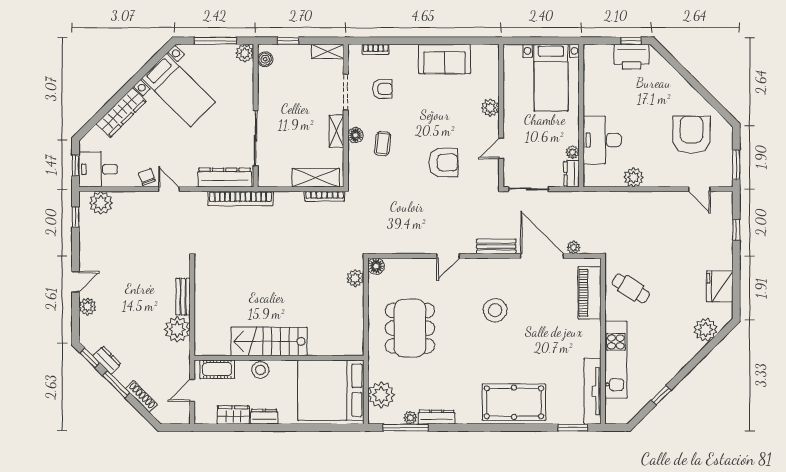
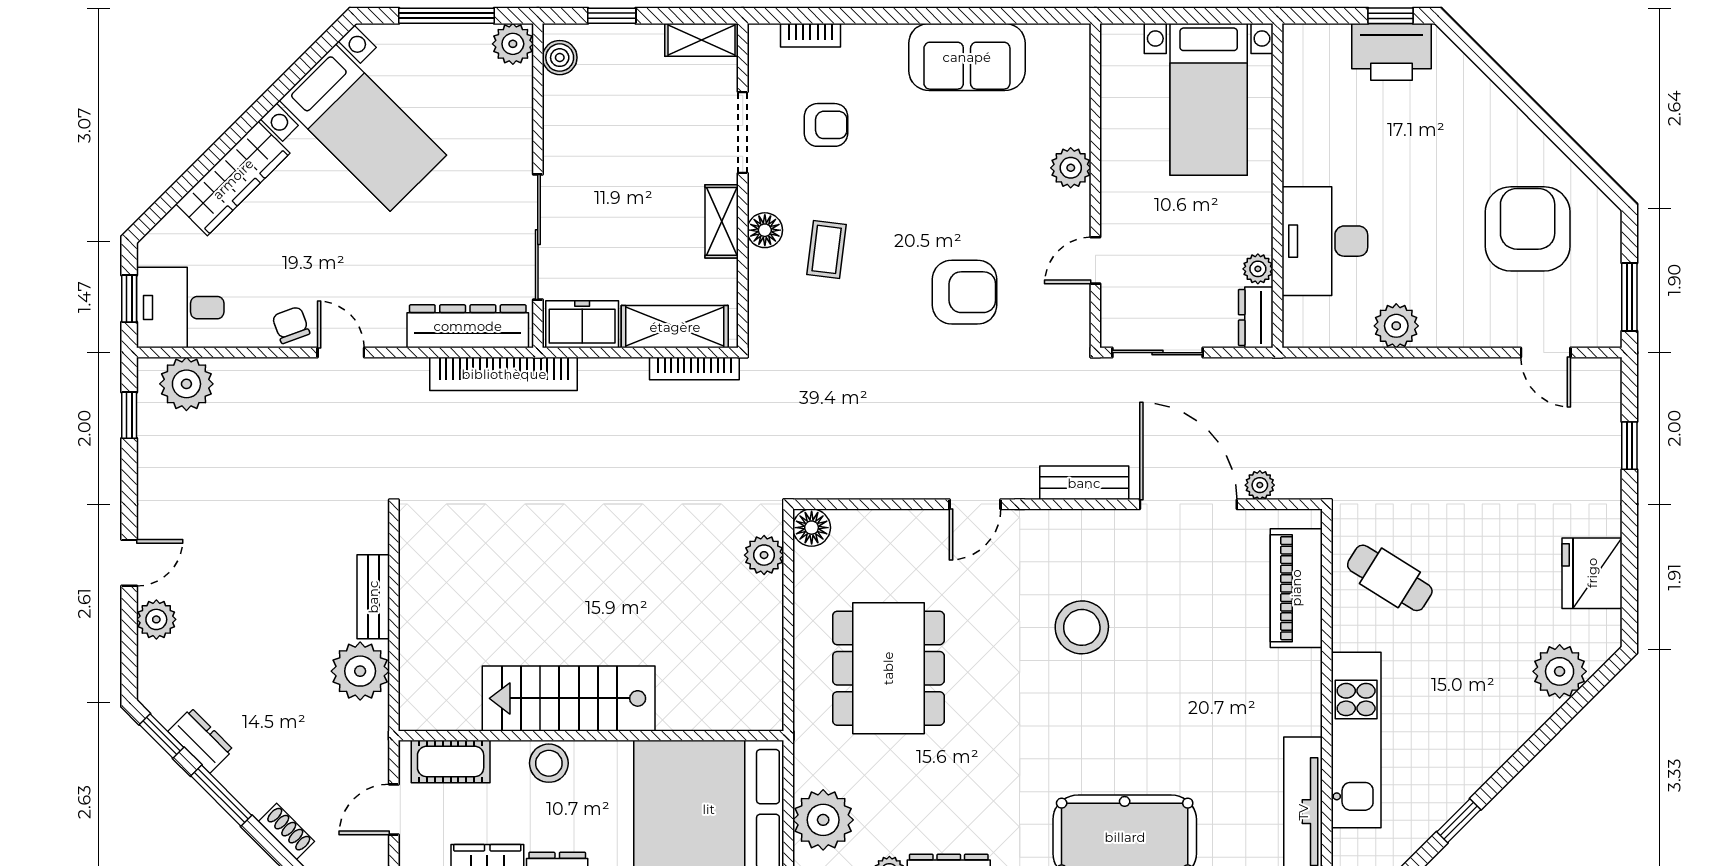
freezer: (275, 177) -> (582, 324), added
shoe rack: (141, 396) -> (286, 832), width x0.70

